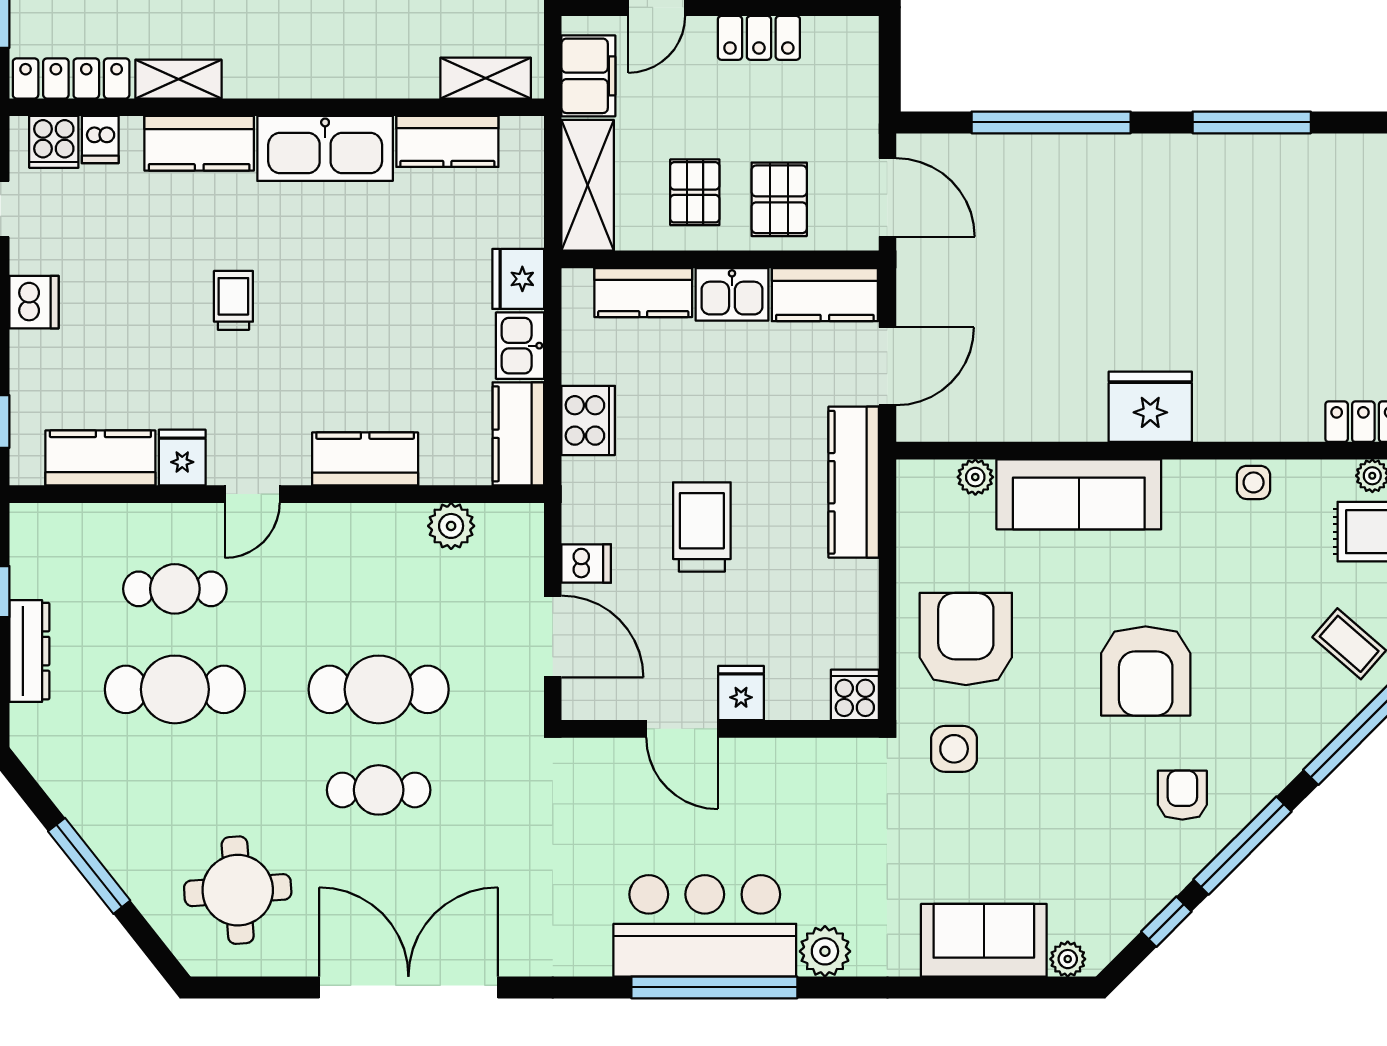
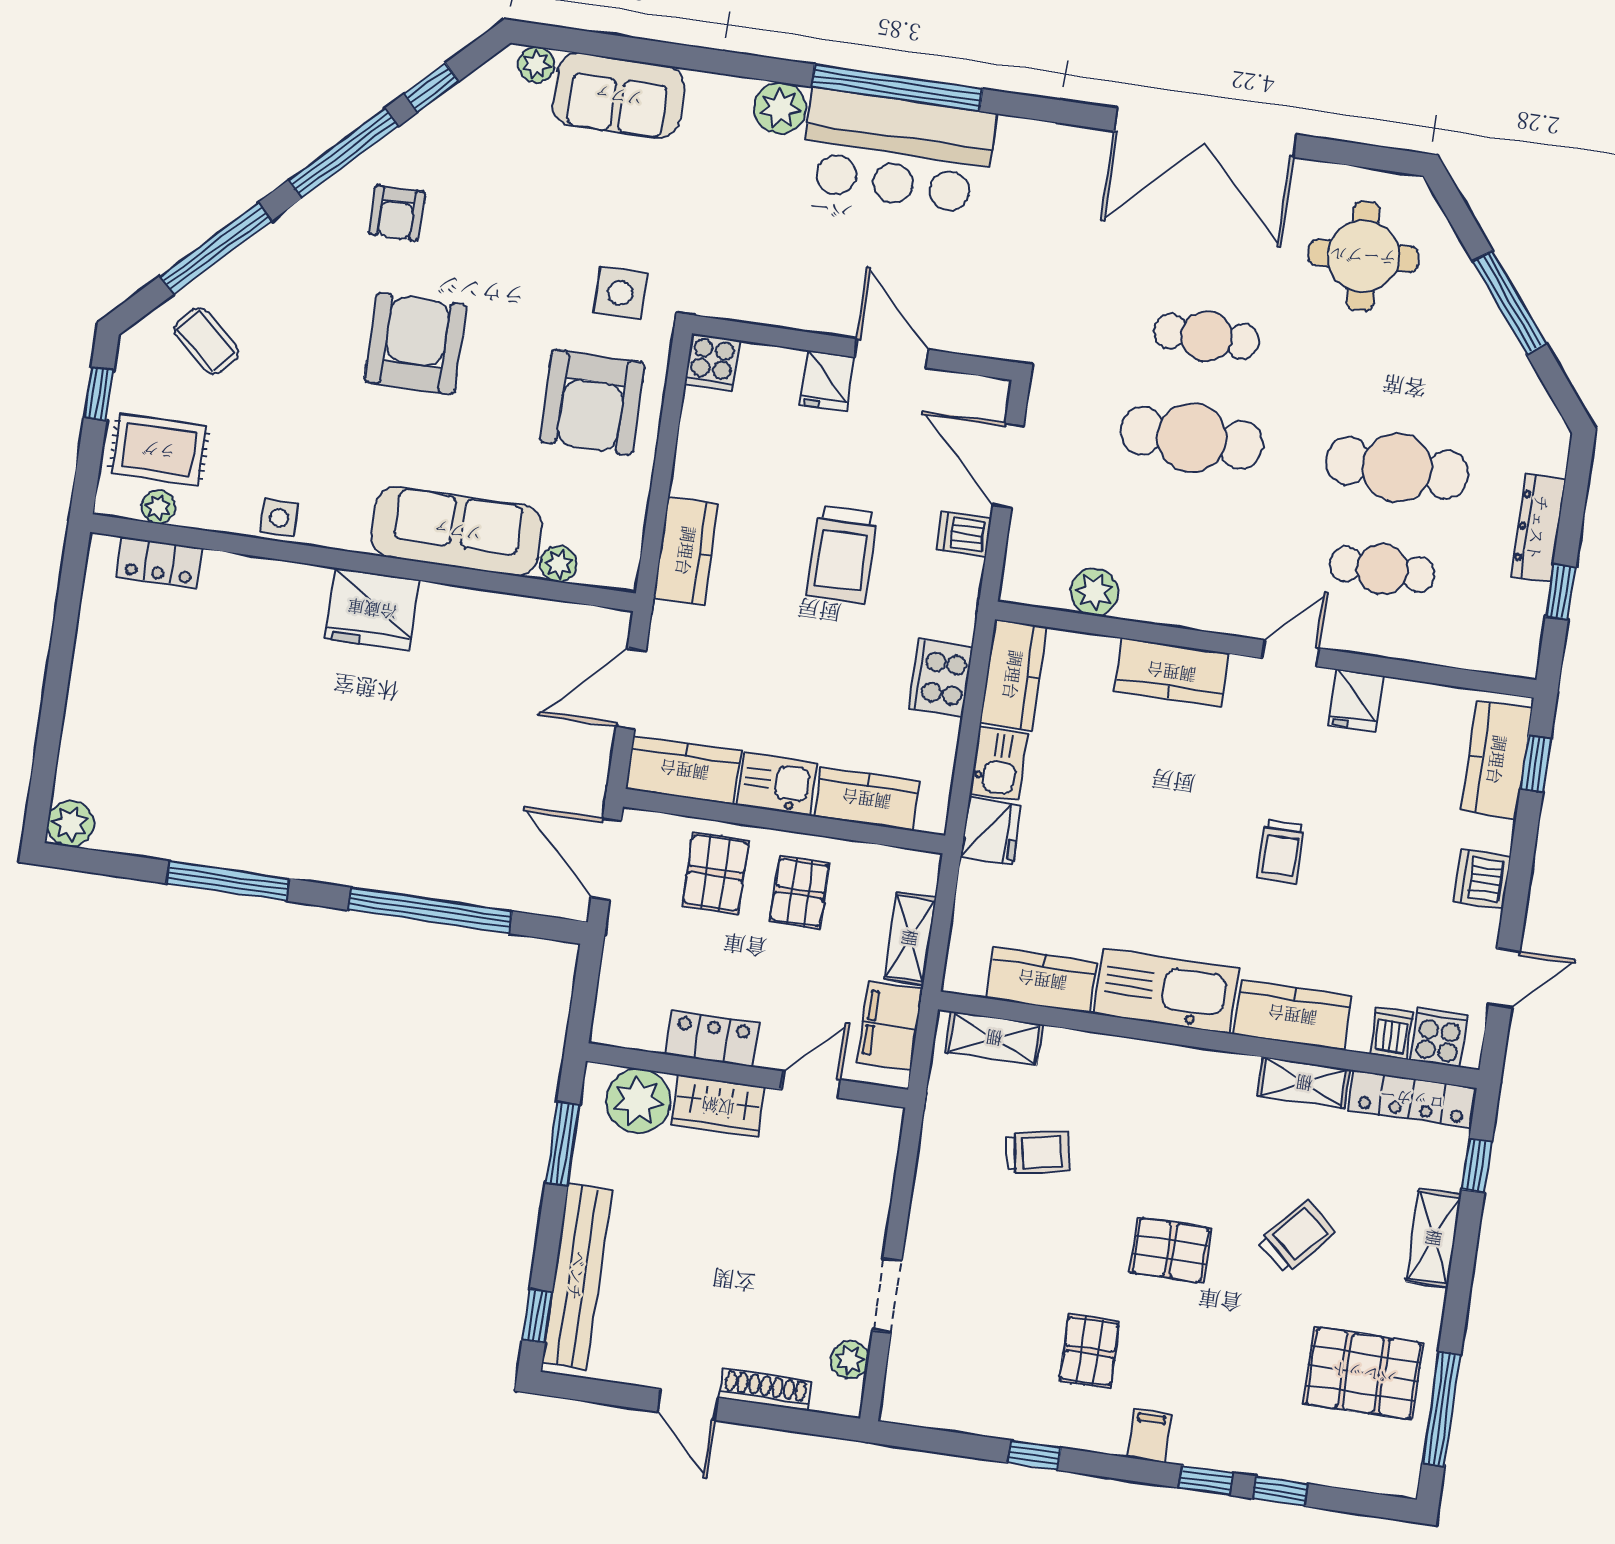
shelving: (588, 185) -> (910, 938), width x0.67, depth x0.75
kitchen counter: (100, 458) -> (1497, 760), moved, turned 90
kitchen counter: (854, 482) -> (686, 551), width x0.67

